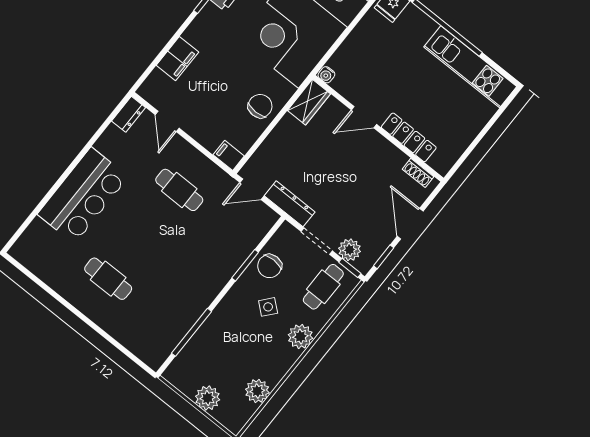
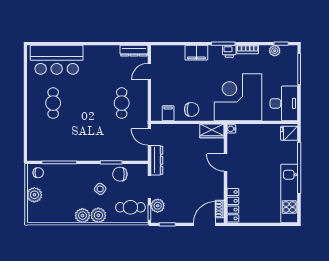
filing cabinet: (177, 59) -> (196, 53), moved
dresser: (128, 114) -> (134, 51), width x1.44
locker: (409, 137) -> (233, 205), moved
filing cabinet: (229, 155) -> (168, 113), moved
bar counter: (83, 195) -> (57, 60), moved
door: (410, 224) -> (204, 224), moved
chair: (183, 370) -> (38, 173), added
plant: (257, 391) -> (82, 216), moved

